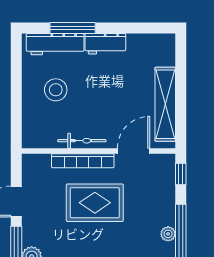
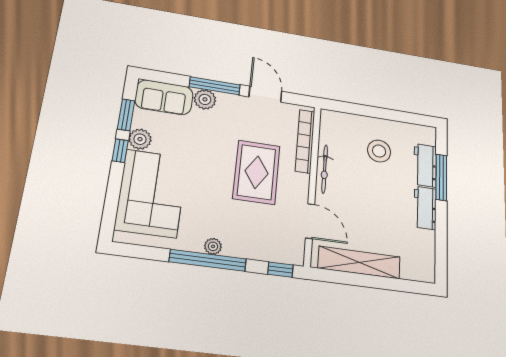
workbench: (55, 44) -> (425, 165), width x0.73
bookcase: (83, 161) -> (305, 141), moved

